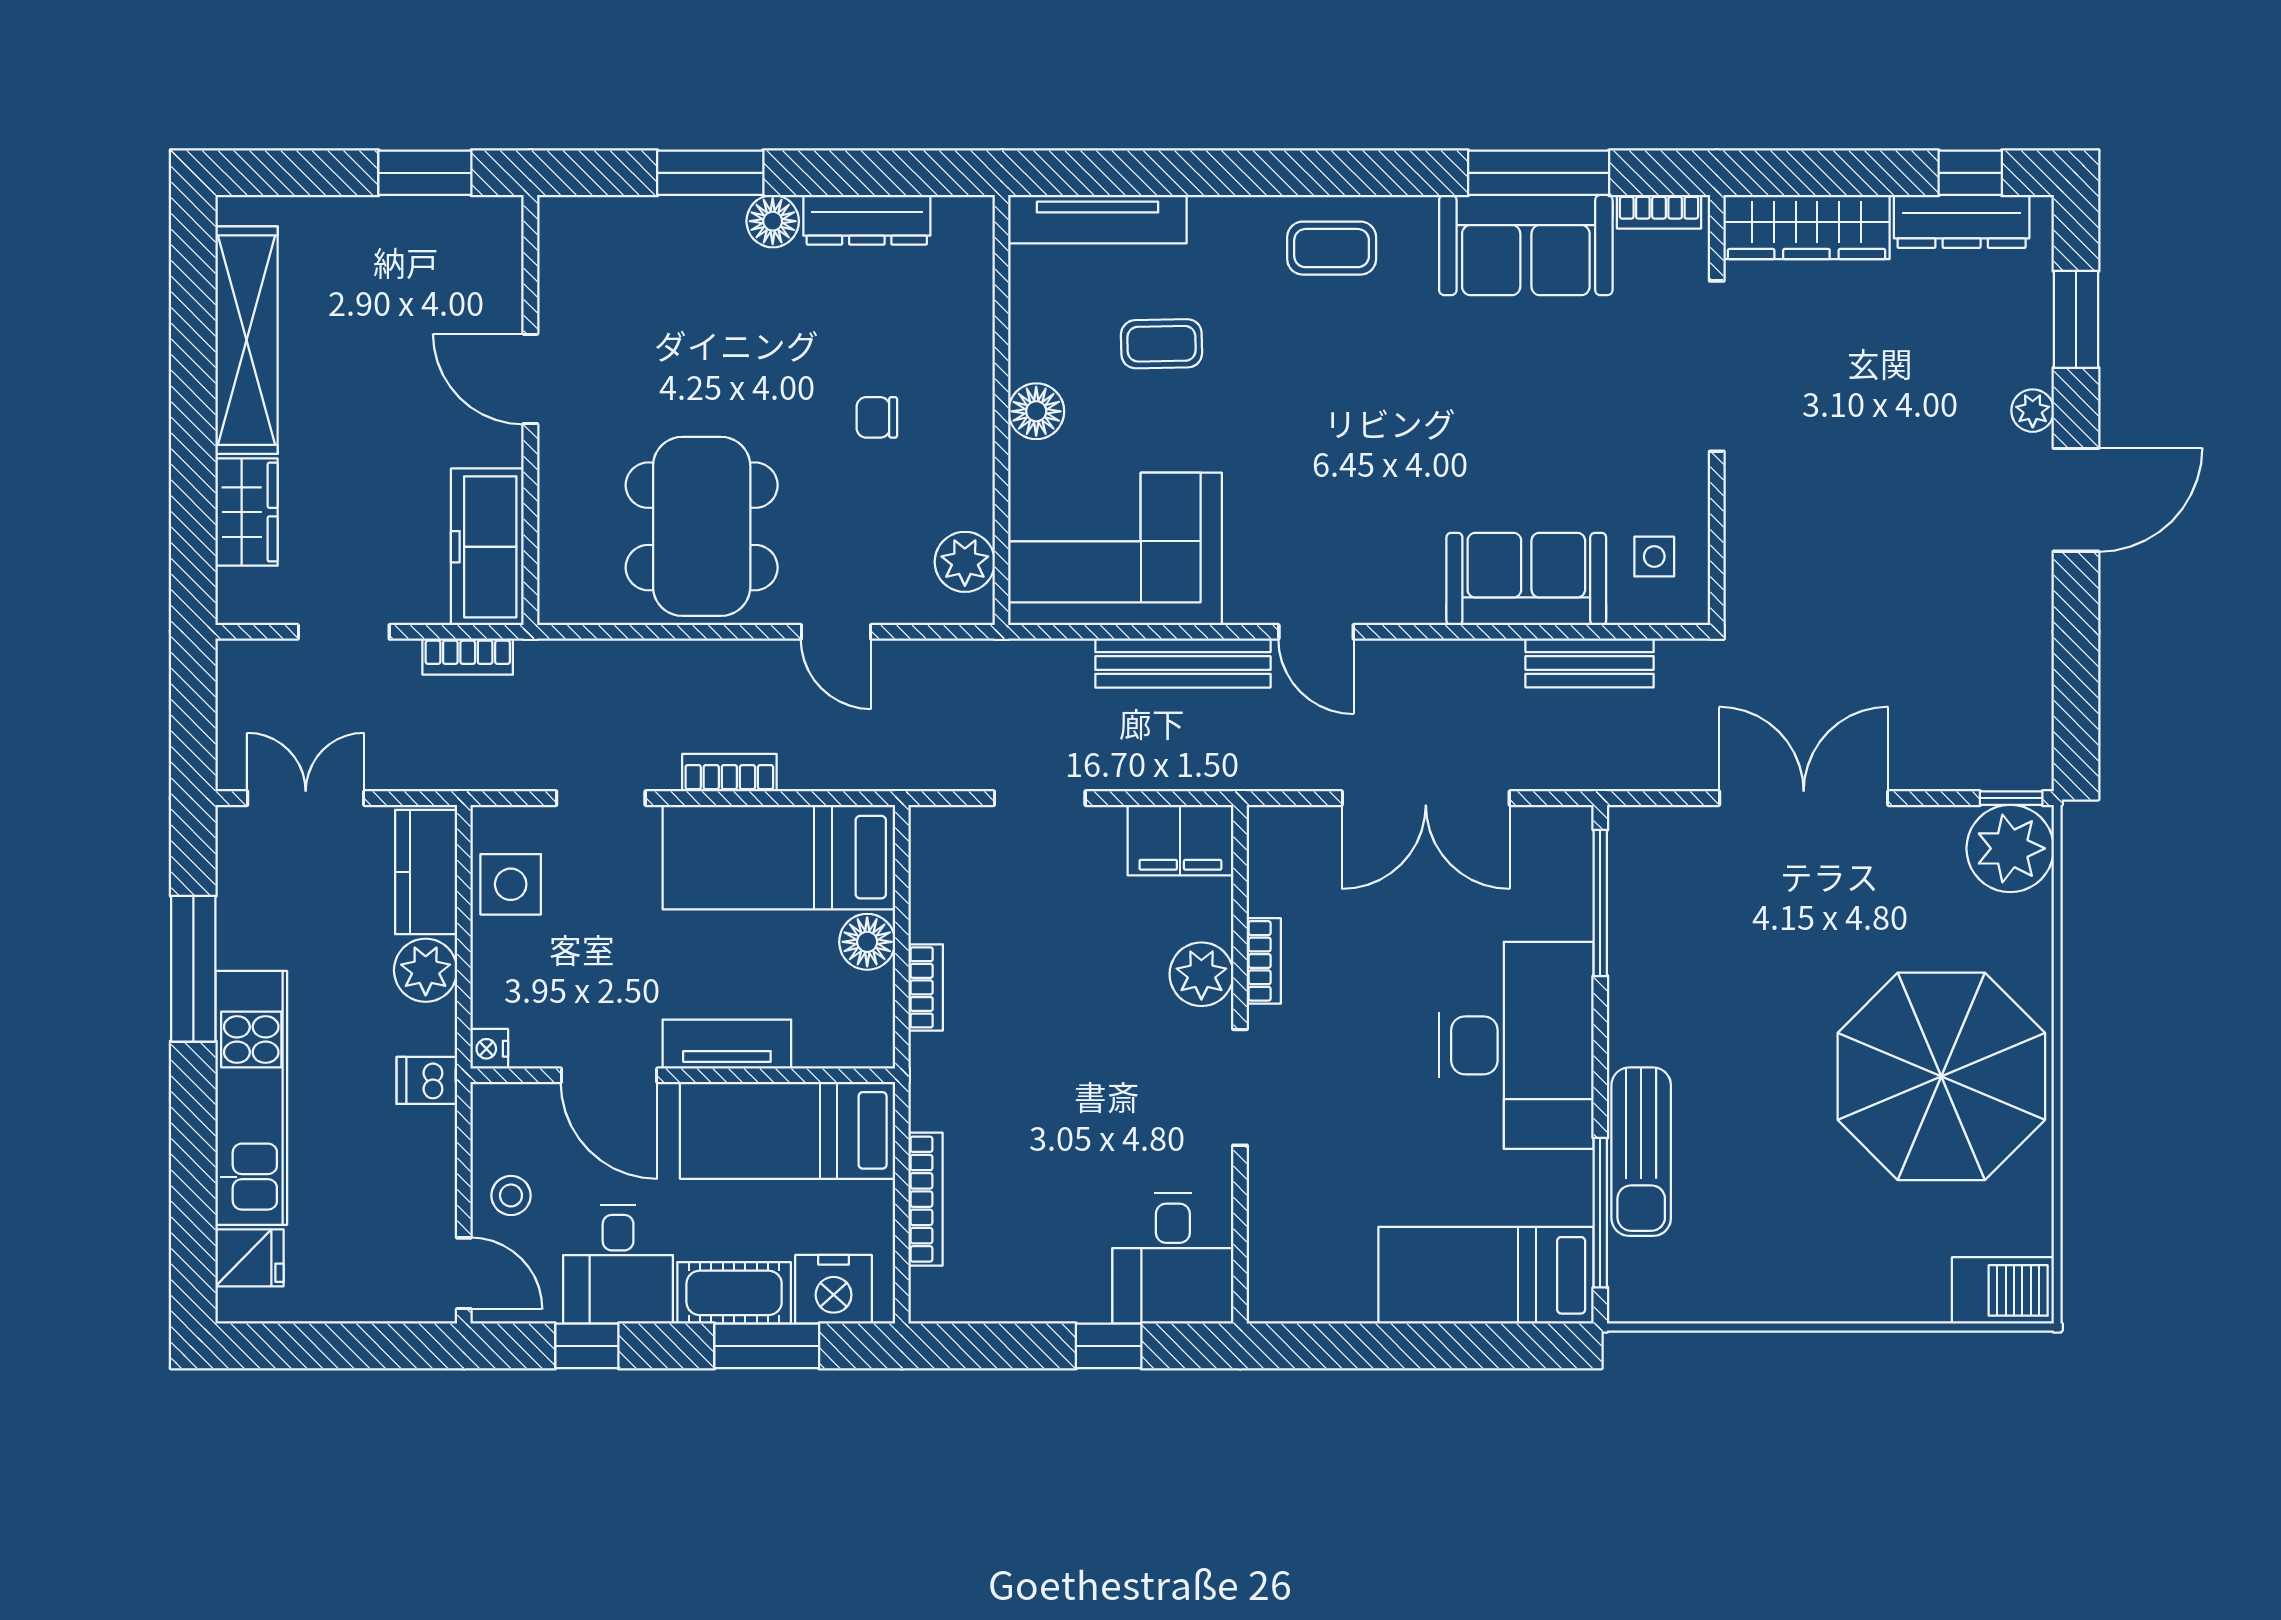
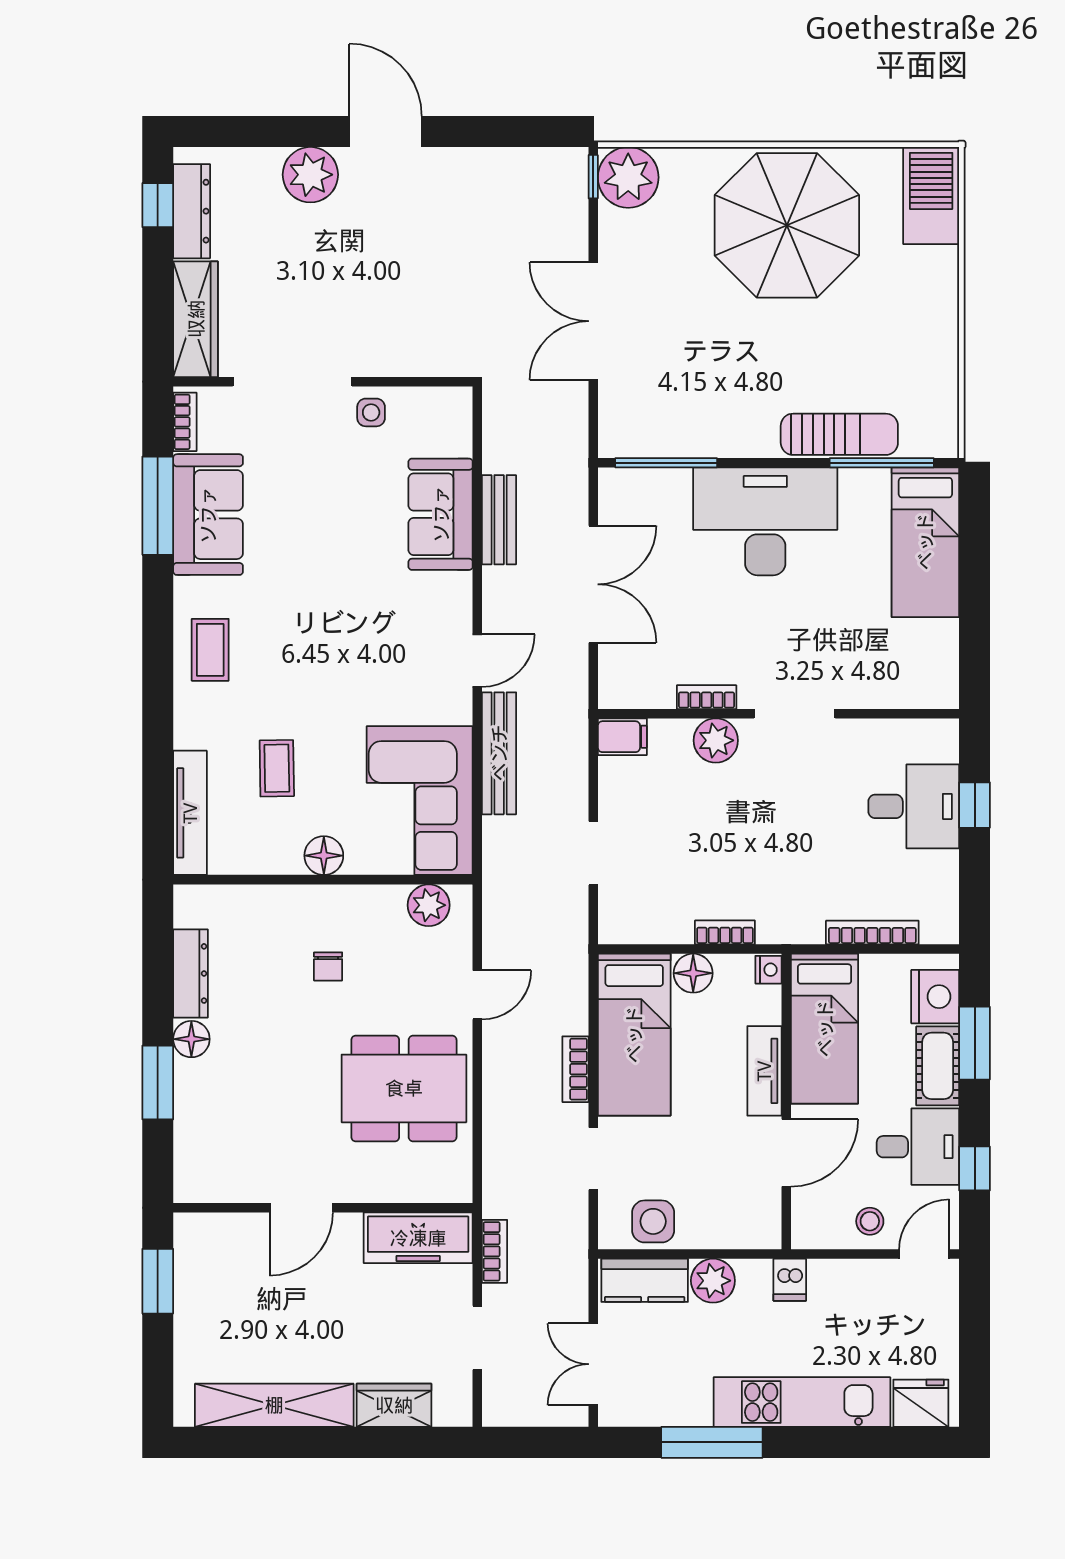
window: (2076, 319) -> (260, 132), removed
plant: (2033, 411) -> (310, 175), width x1.87, depth x1.87
side table: (1654, 557) -> (371, 412), moved
bench: (1590, 663) -> (499, 520), moved
filing cabinet: (1180, 840) -> (622, 737), width x0.50
nightstand: (489, 1049) -> (768, 970), moved, turned -90
fridge: (250, 1258) -> (921, 1403), width x1.38
desk: (1173, 1259) -> (914, 806), moved
barbecue: (2003, 1290) -> (931, 195), width x1.37, depth x1.21

